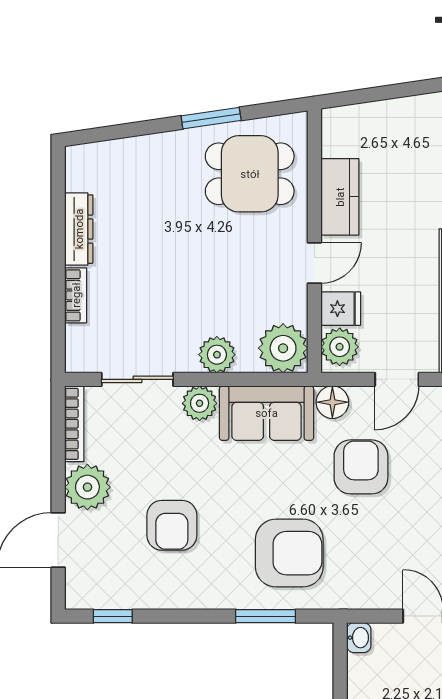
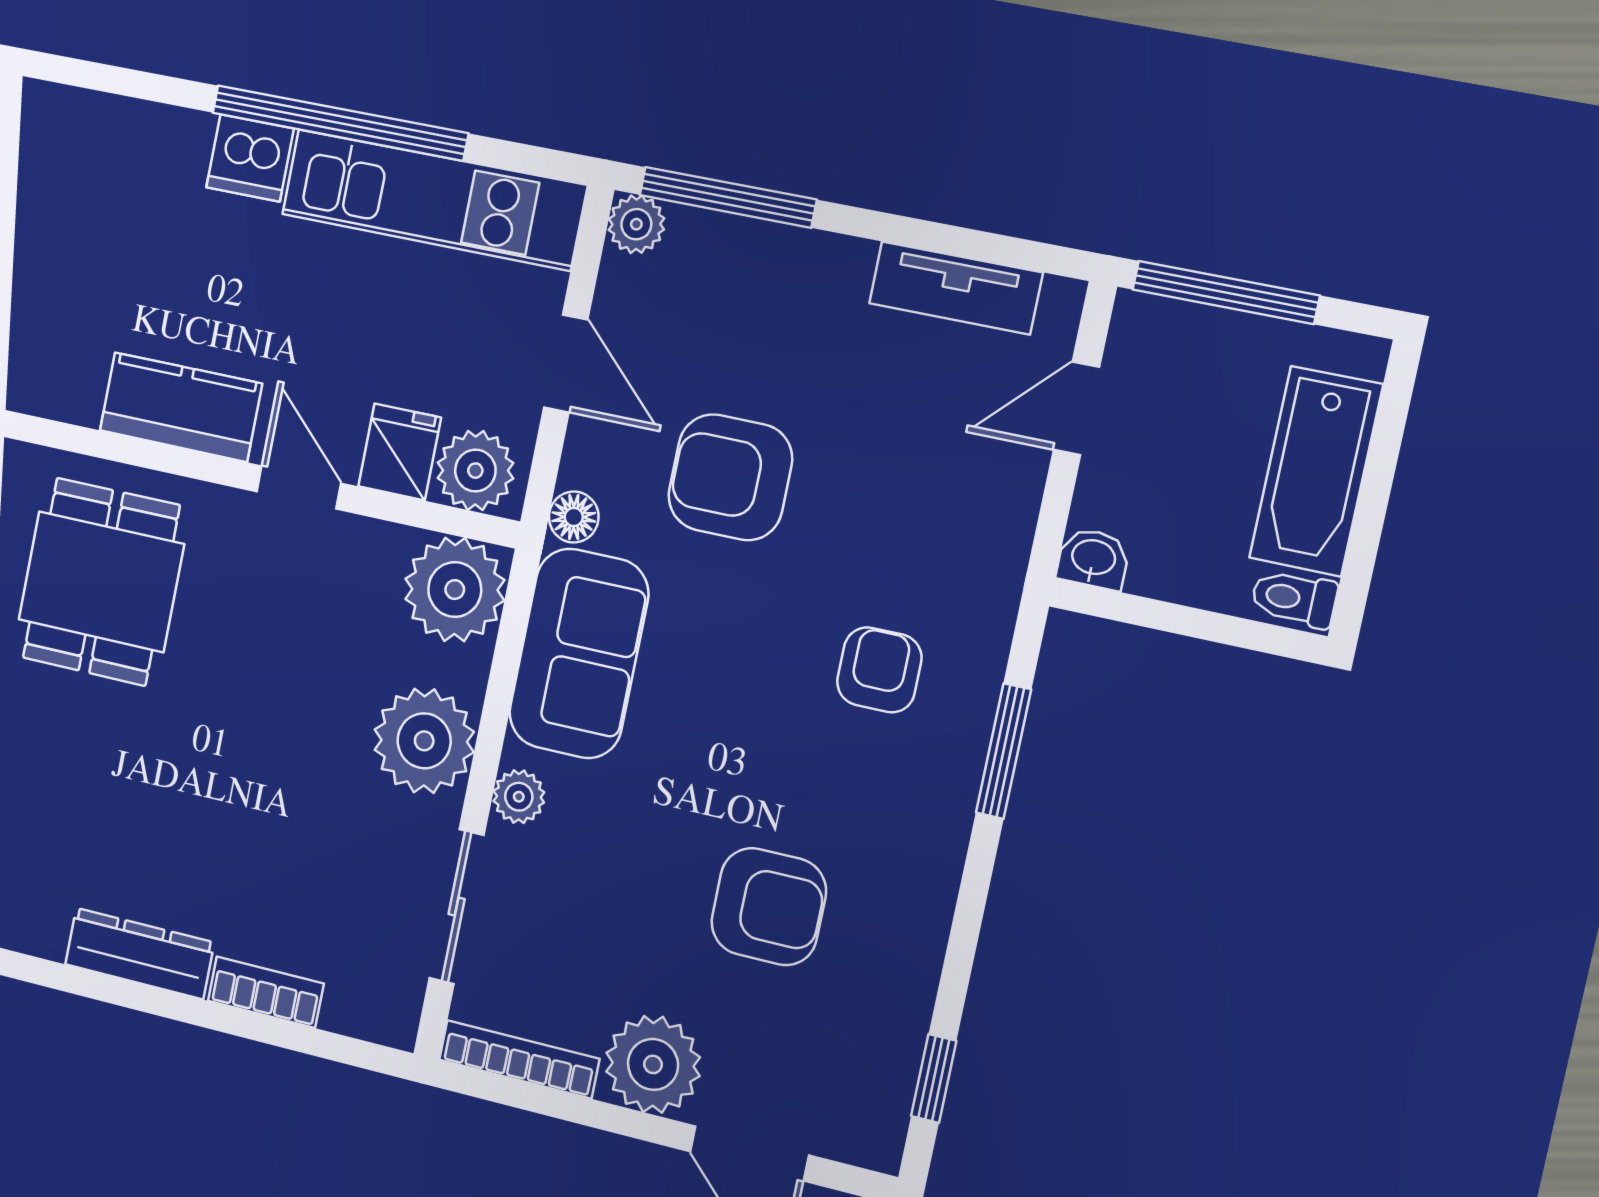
plant: (217, 355) -> (424, 741), width x1.36, depth x1.36
floor lamp: (332, 402) -> (574, 517), width x0.73, depth x0.73
plant: (200, 403) -> (519, 797), width x0.73, depth x0.73
armchair: (289, 553) -> (879, 670), width x0.53, depth x0.53

